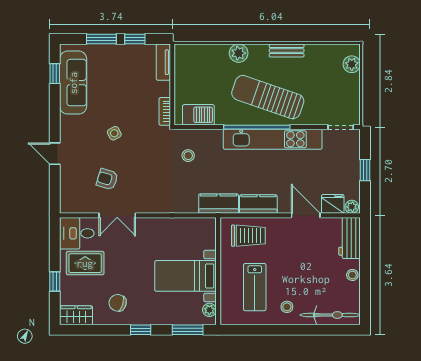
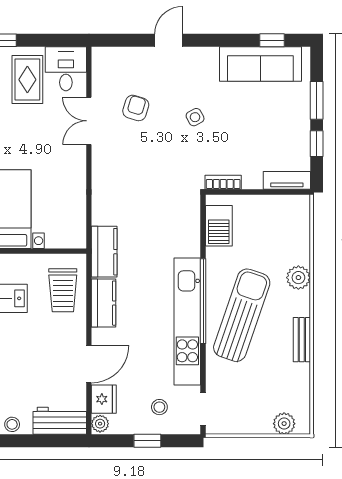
stool: (188, 156) -> (159, 407), moved

